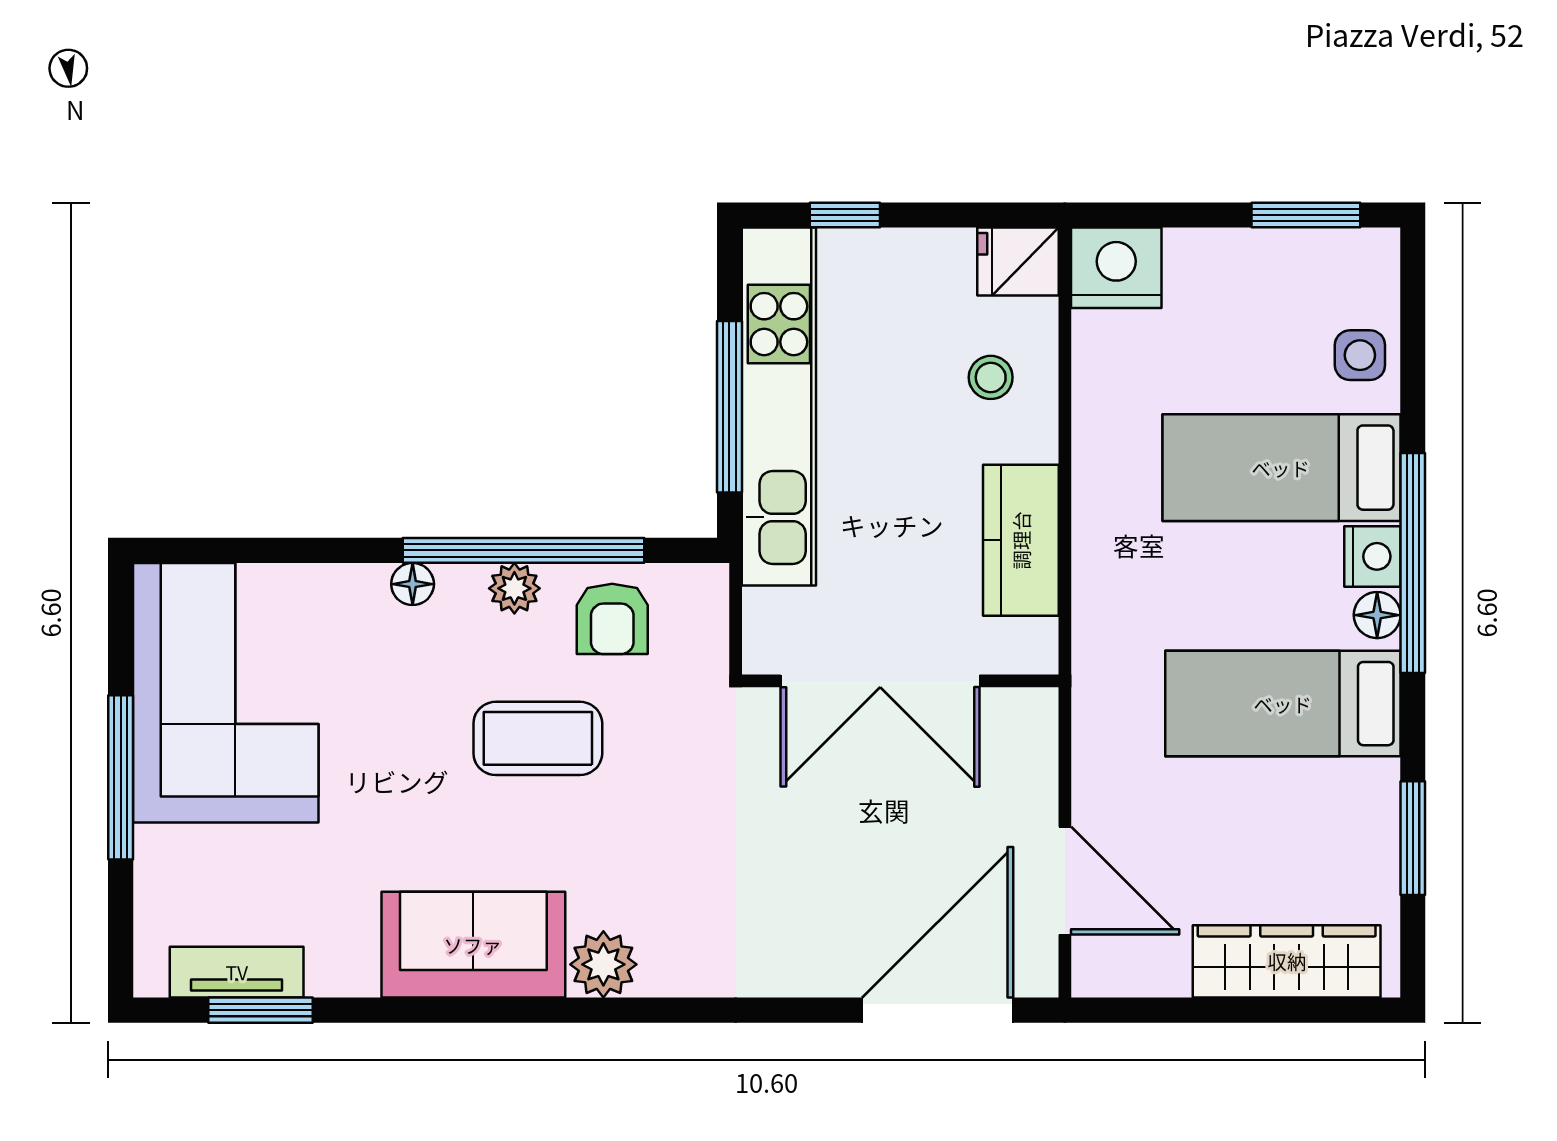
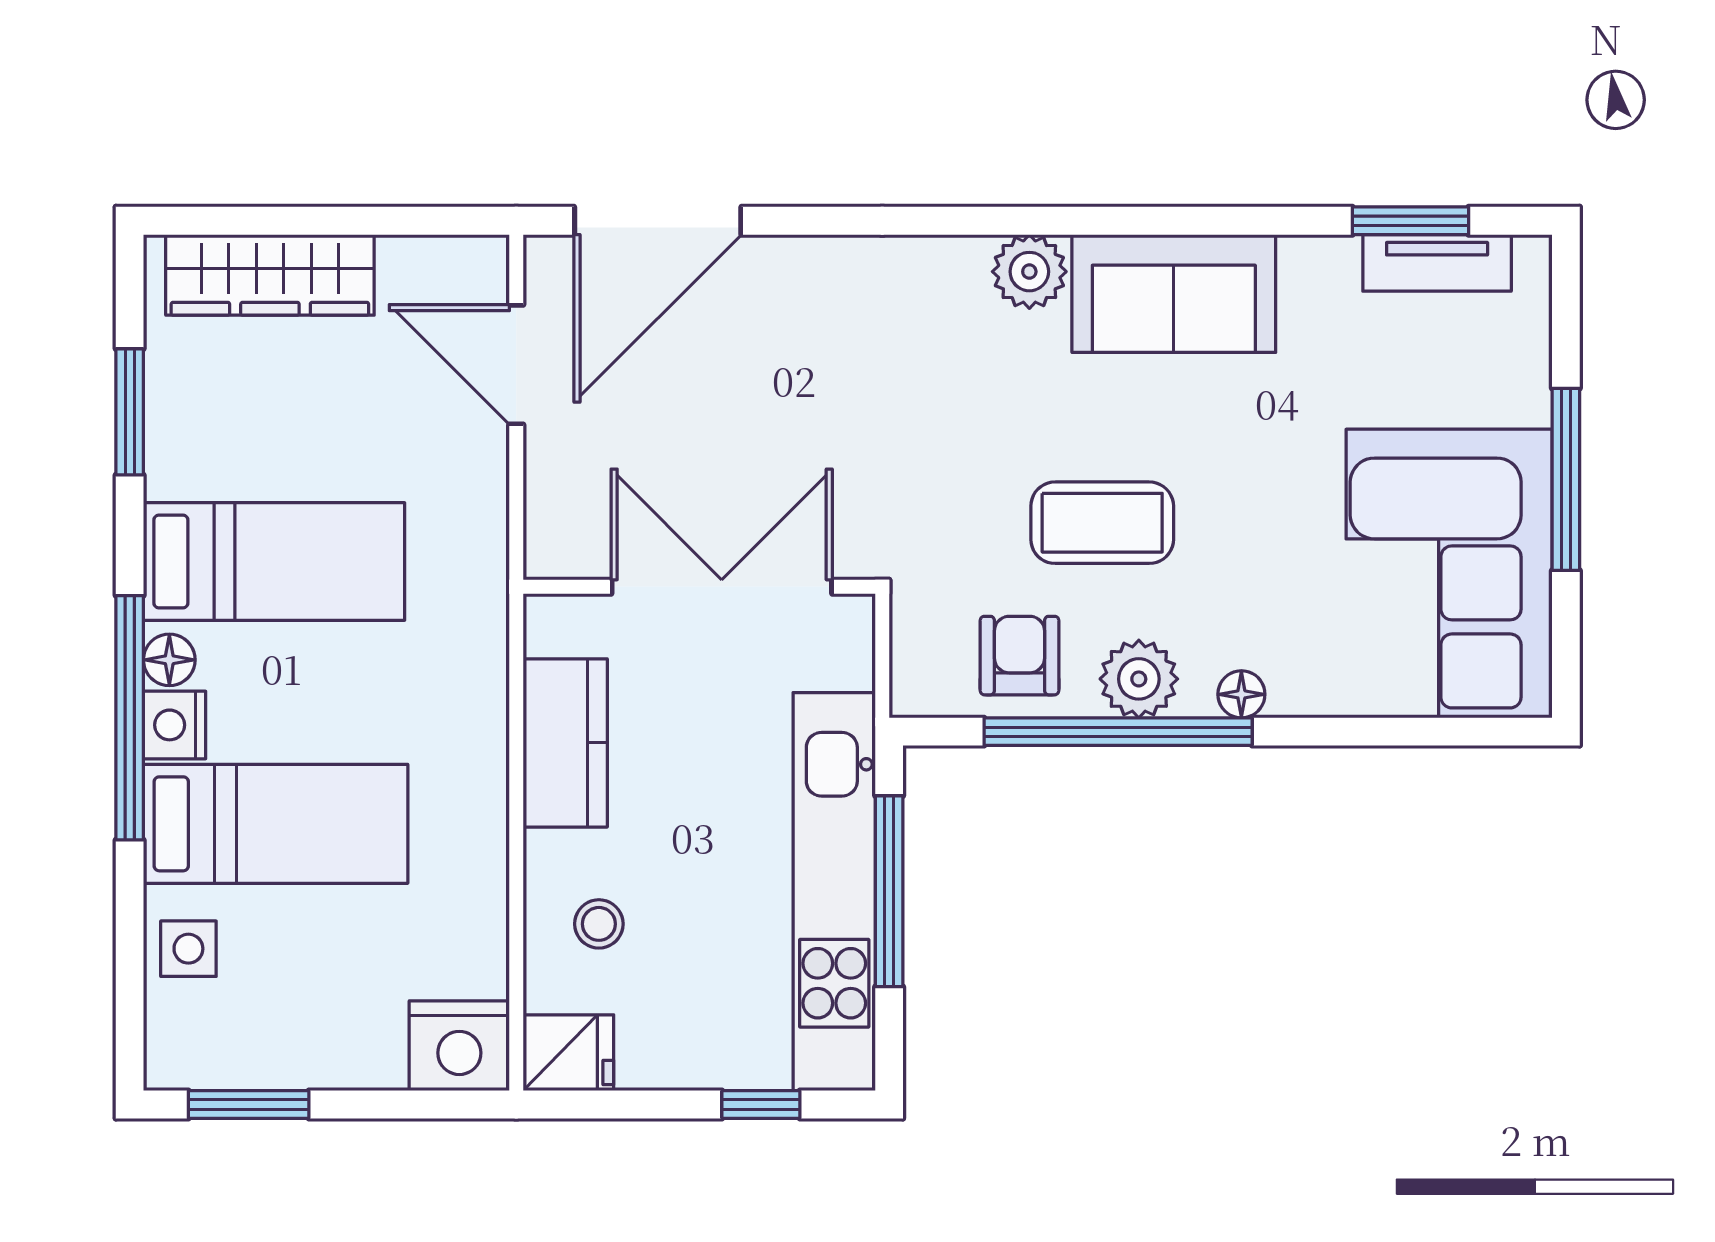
plant: (514, 588) -> (1139, 679), width x1.38, depth x1.38

